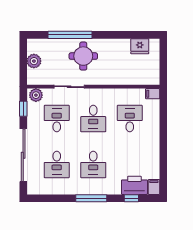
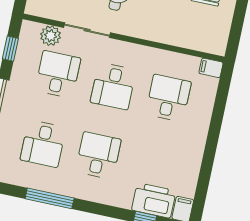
plant: (36, 95) -> (51, 36), moved
desk: (93, 164) -> (98, 156), turned 180
window: (91, 198) -> (50, 198), moved

